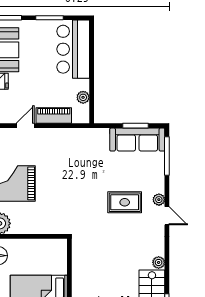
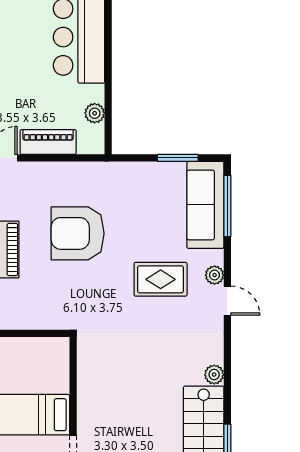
sofa: (137, 140) -> (205, 205), moved, turned 90
armchair: (72, 173) -> (78, 233), added

